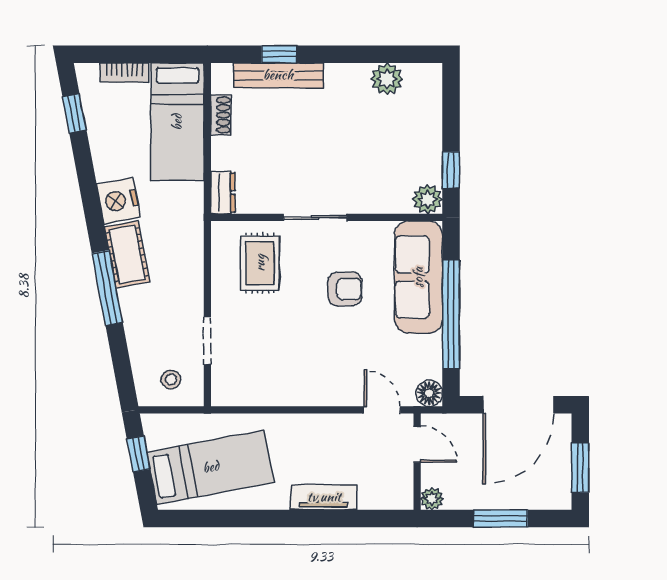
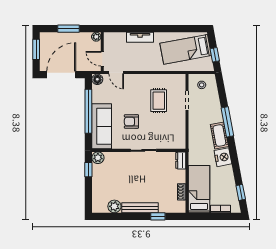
bench: (278, 75) -> (140, 208), moved
rug: (260, 263) -> (159, 101), moved

